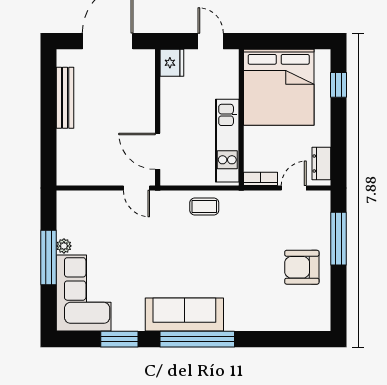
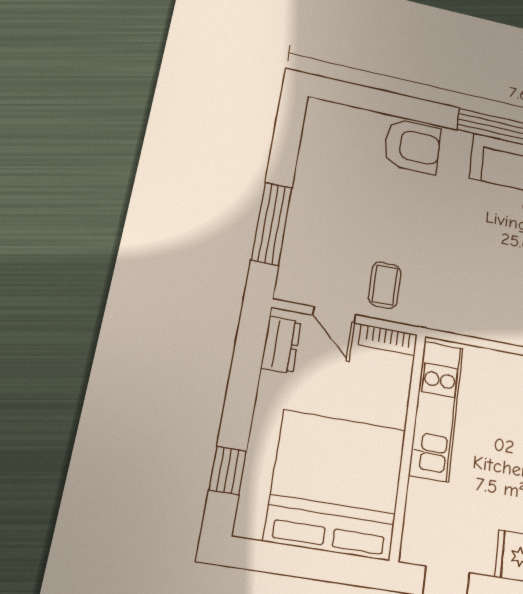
door: (294, 188) -> (334, 315), hinge flipped
coffee table: (204, 207) -> (385, 285), moved, turned 90
armchair: (302, 267) -> (412, 146), moved

